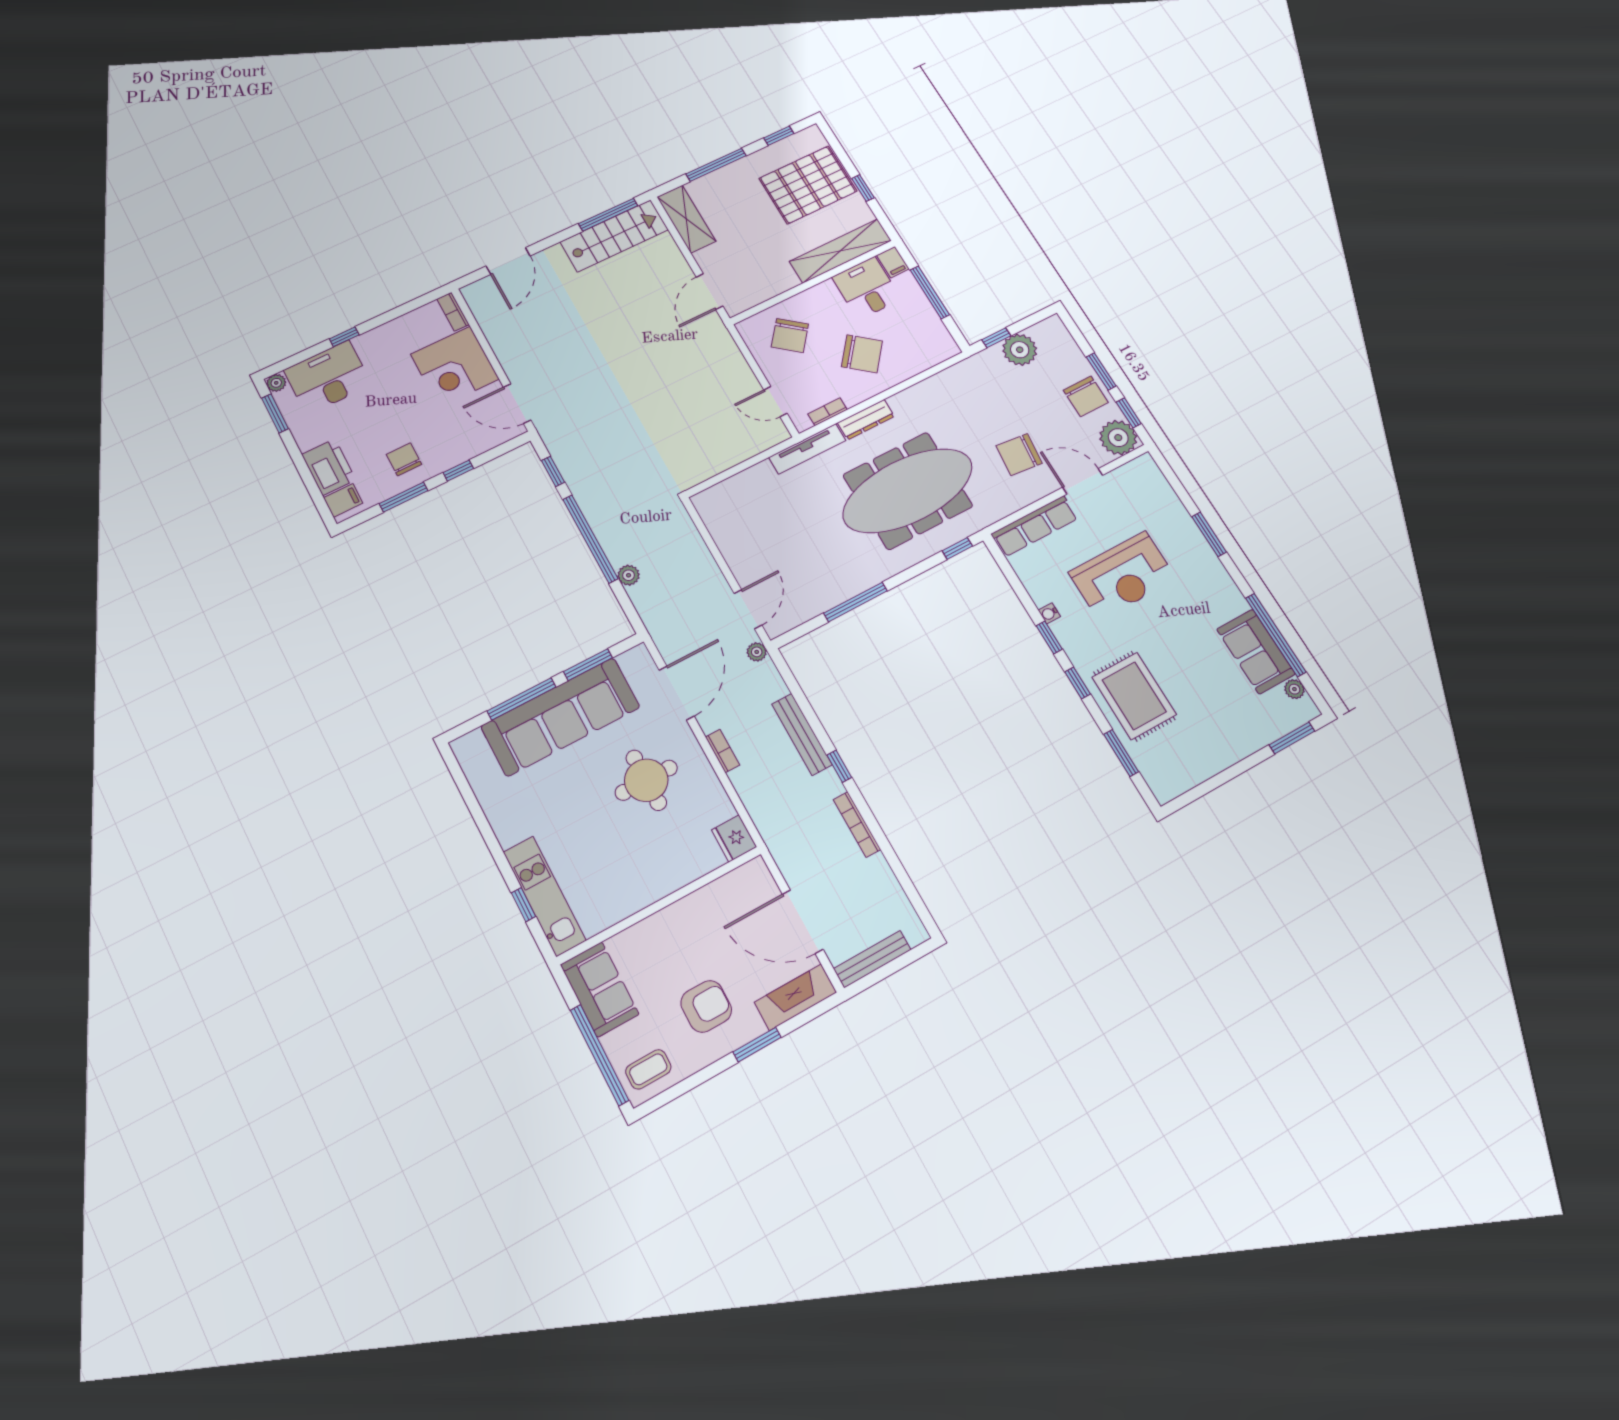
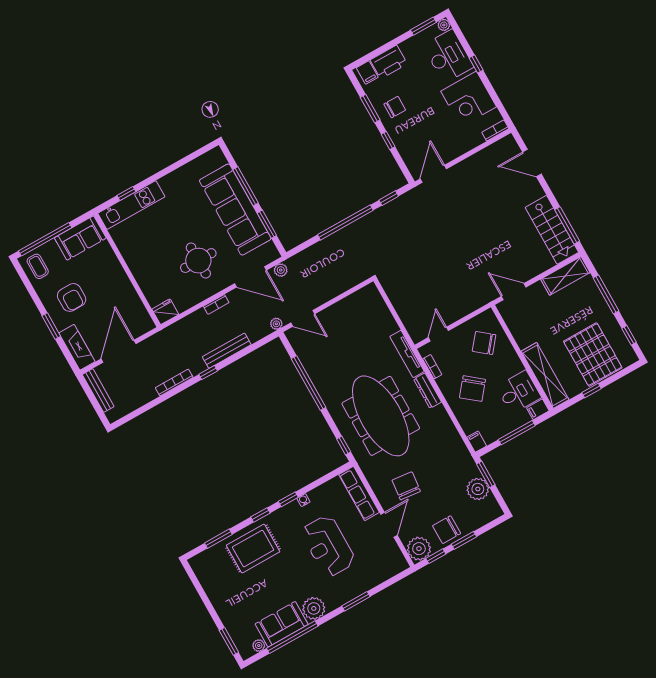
window: (996, 338) -> (486, 474), width x1.50
filing cabinet: (945, 350) -> (477, 442), added
corner desk: (455, 367) -> (469, 99), moved, turned -90
plant: (629, 575) -> (281, 270), moved
plant: (1226, 600) -> (314, 608), added
window: (855, 602) -> (308, 383), width x1.46

